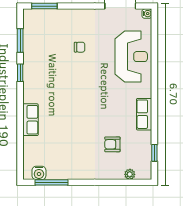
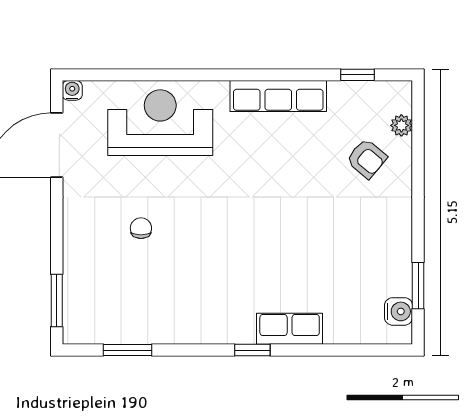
window: (20, 73) -> (252, 350), moved
row of seats: (144, 114) -> (278, 96), width x1.48
armchair: (112, 144) -> (367, 159), moved, turned -50
window: (52, 182) -> (418, 286), width x0.69

